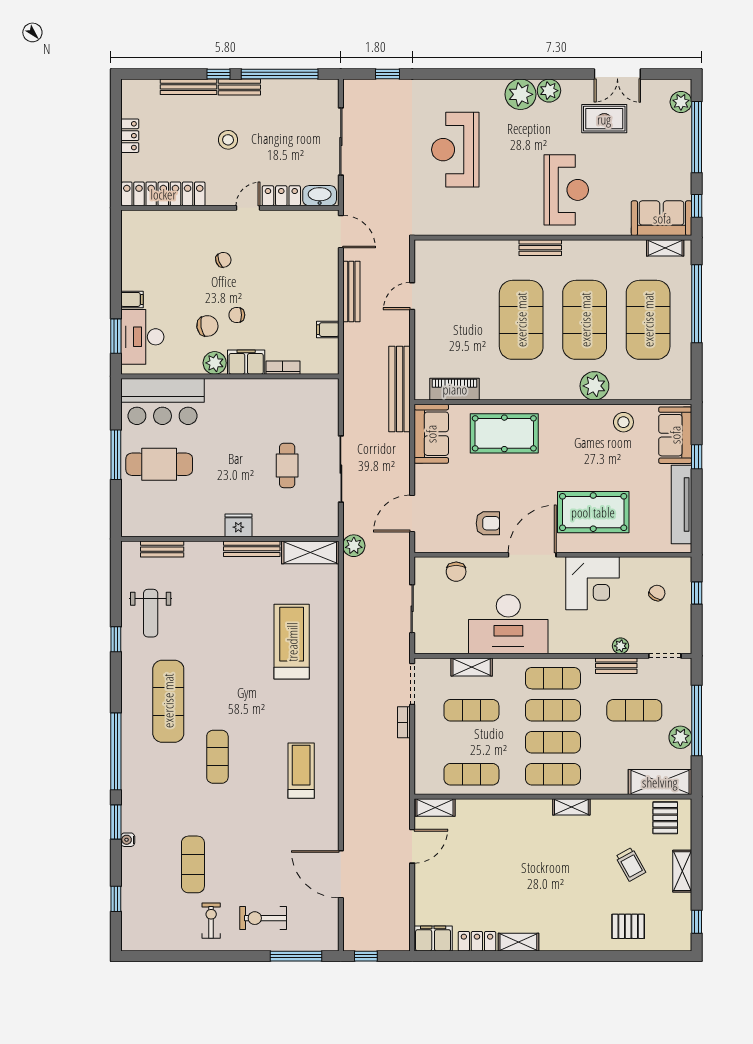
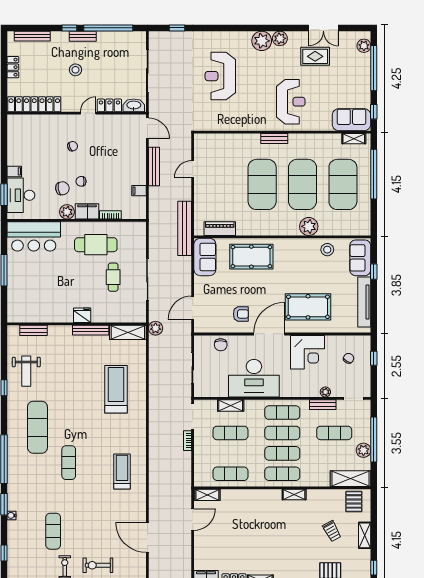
bench: (189, 87) -> (32, 36), moved
cafe table: (159, 464) -> (96, 245), moved

